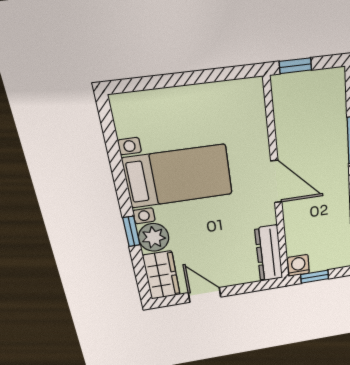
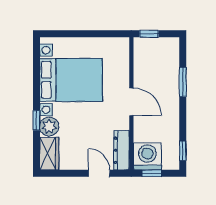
bed with nightstands: (178, 176) -> (71, 80), width x1.36
washing machine: (298, 265) -> (147, 156), width x1.89, depth x1.89
door: (205, 295) -> (99, 173), moved

